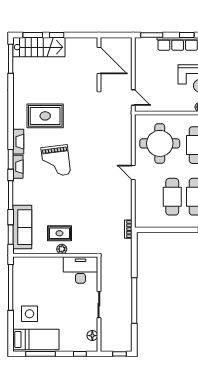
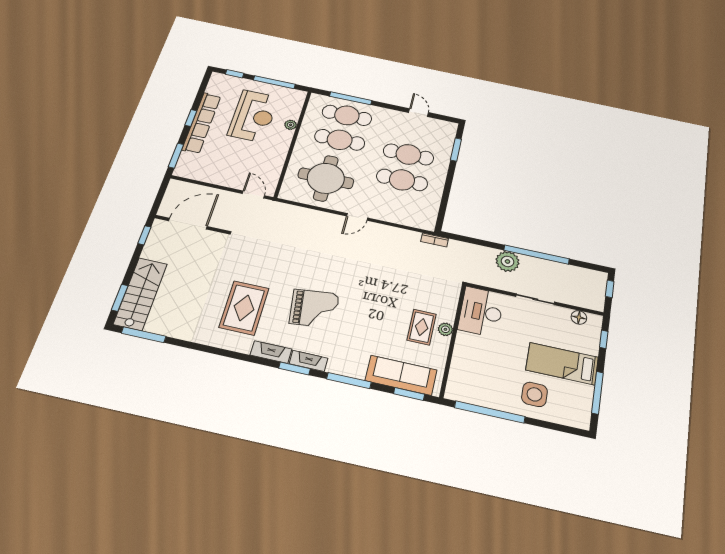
window: (57, 35) -> (144, 235), moved
door: (133, 97) -> (253, 195), hinge flipped
plant: (124, 282) -> (508, 261), added
bed: (36, 339) -> (562, 364), moved, turned -90

